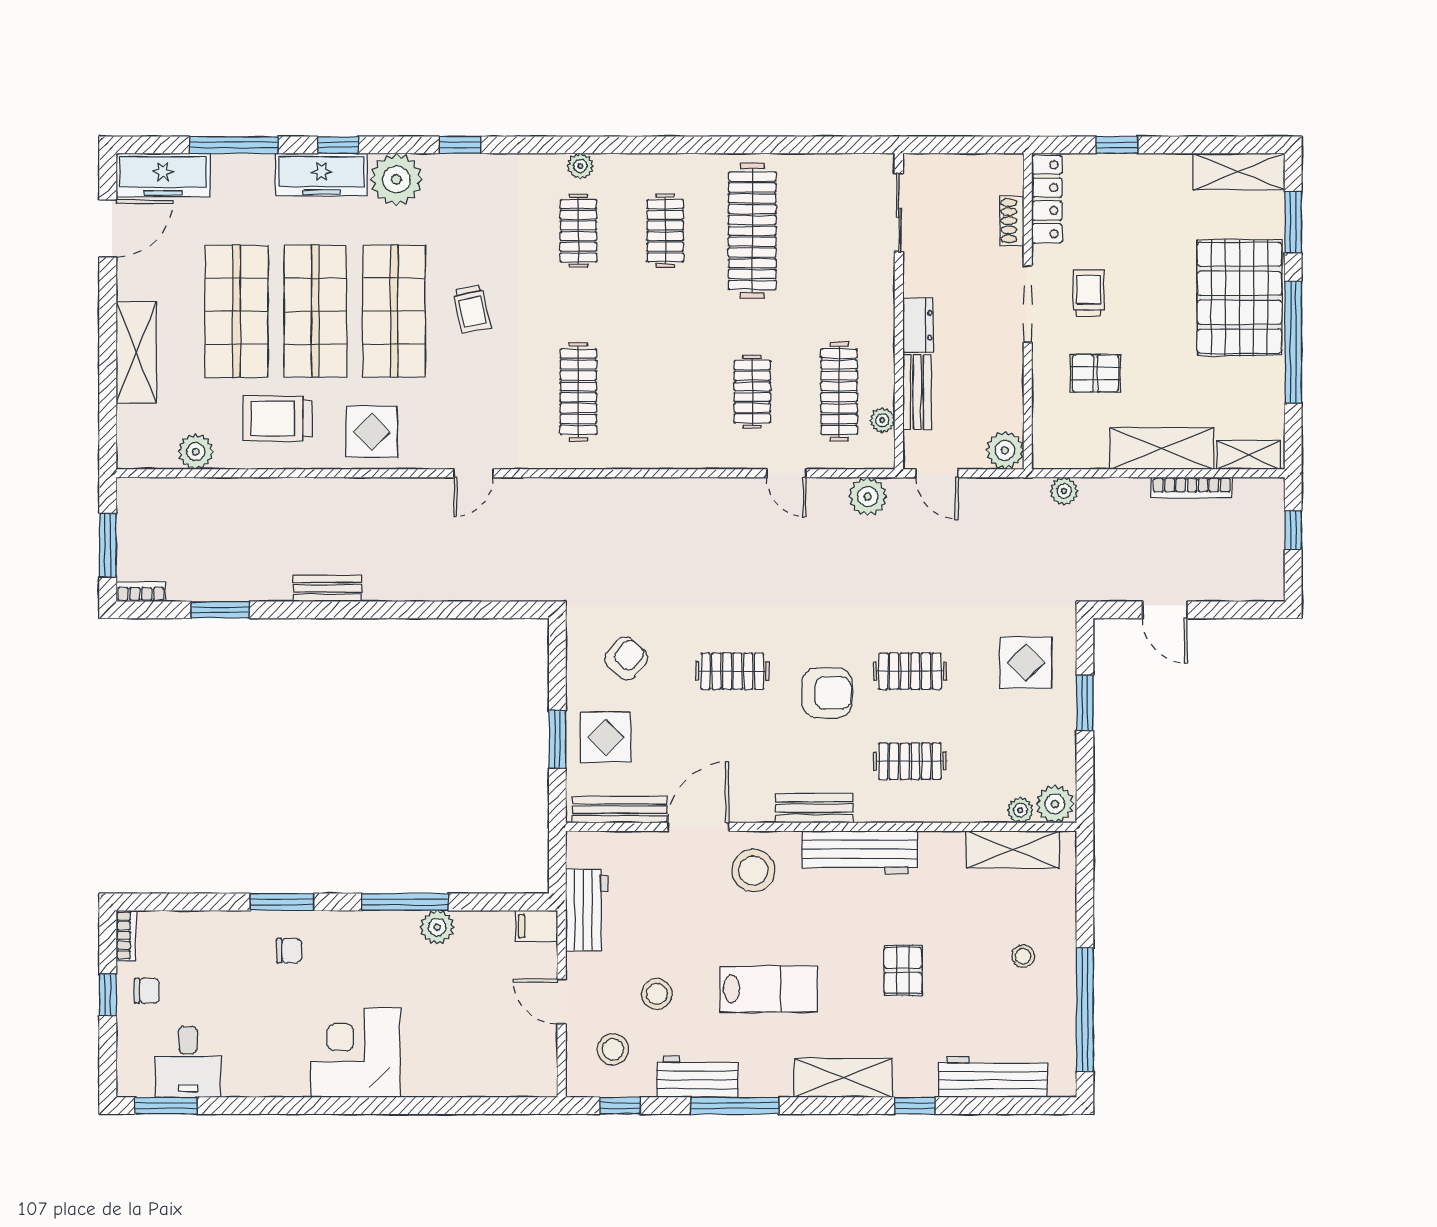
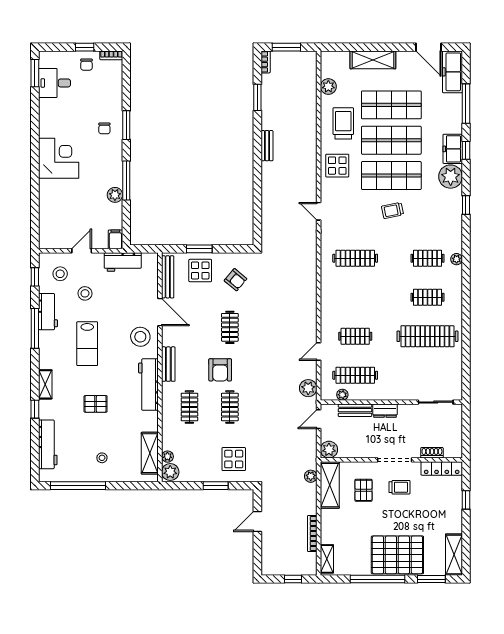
freezer: (322, 175) -> (453, 149), width x0.71
shelving: (1162, 448) -> (330, 485), moved
shelving: (843, 1078) -> (45, 384), width x0.67, depth x0.75

